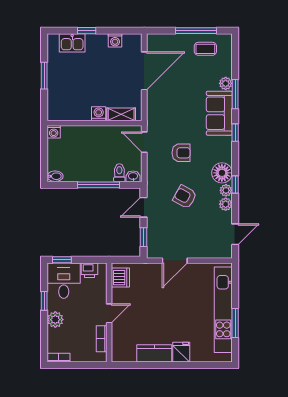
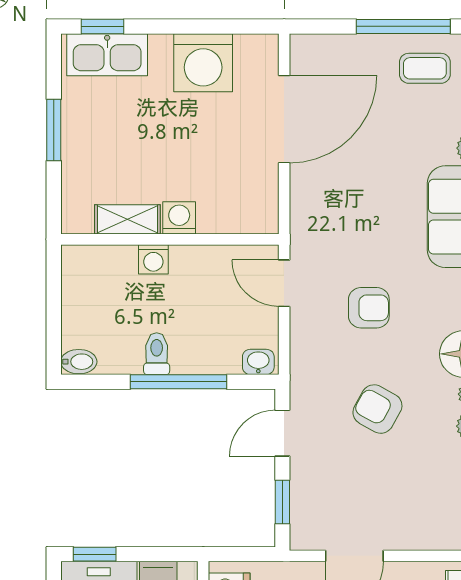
window: (87, 31) -> (102, 26), moved
washing machine: (115, 40) -> (203, 63), width x1.89, depth x1.89
kitchen sink: (72, 43) -> (107, 55), width x1.38
shelving: (121, 114) -> (127, 219), moved
washing machine: (54, 132) -> (153, 259), moved
toilet: (119, 173) -> (157, 354), moved

